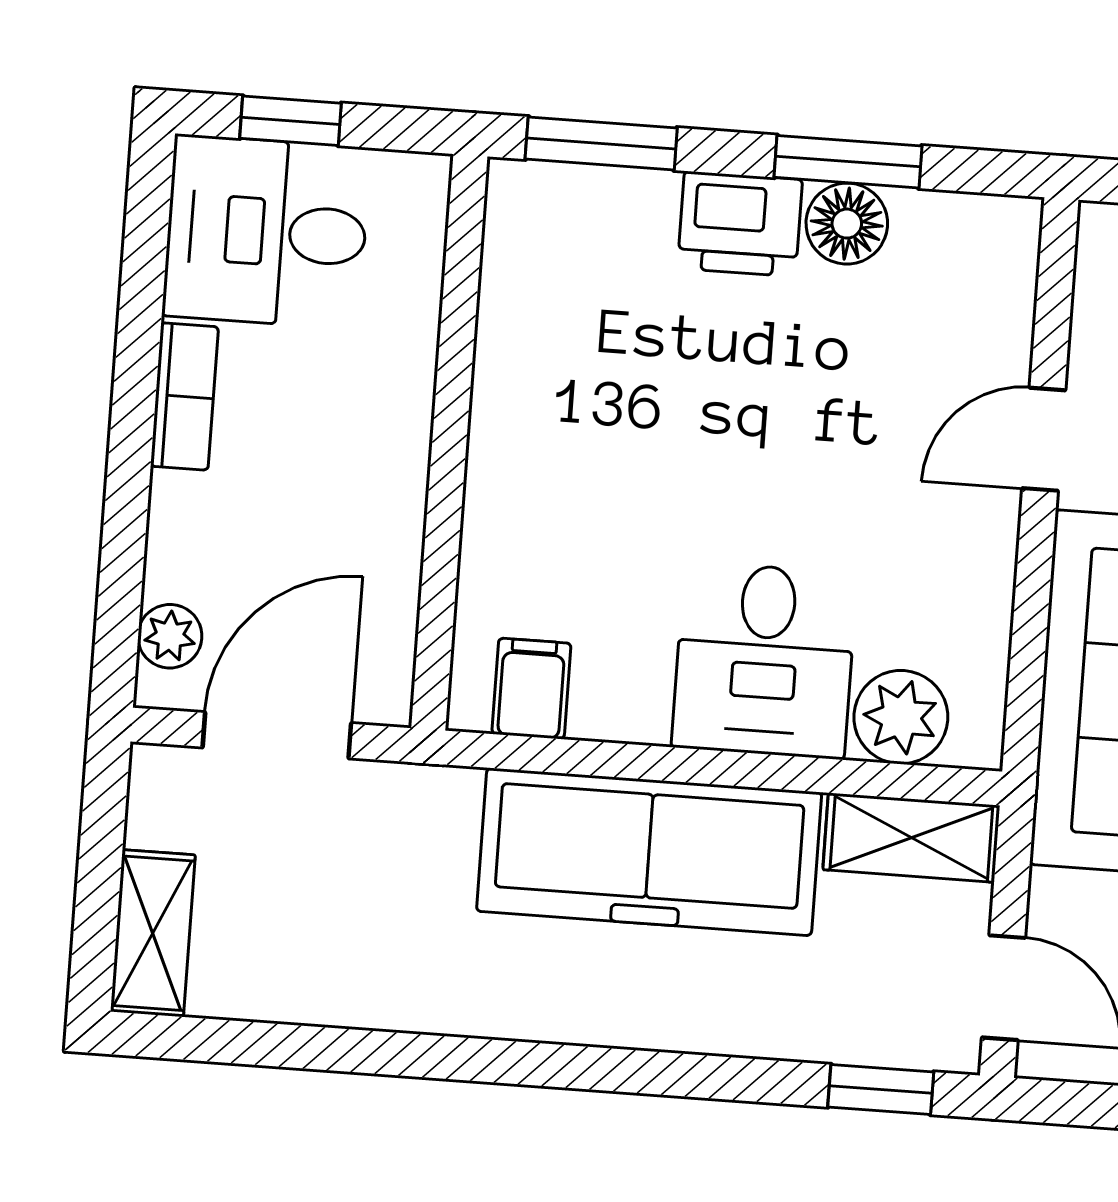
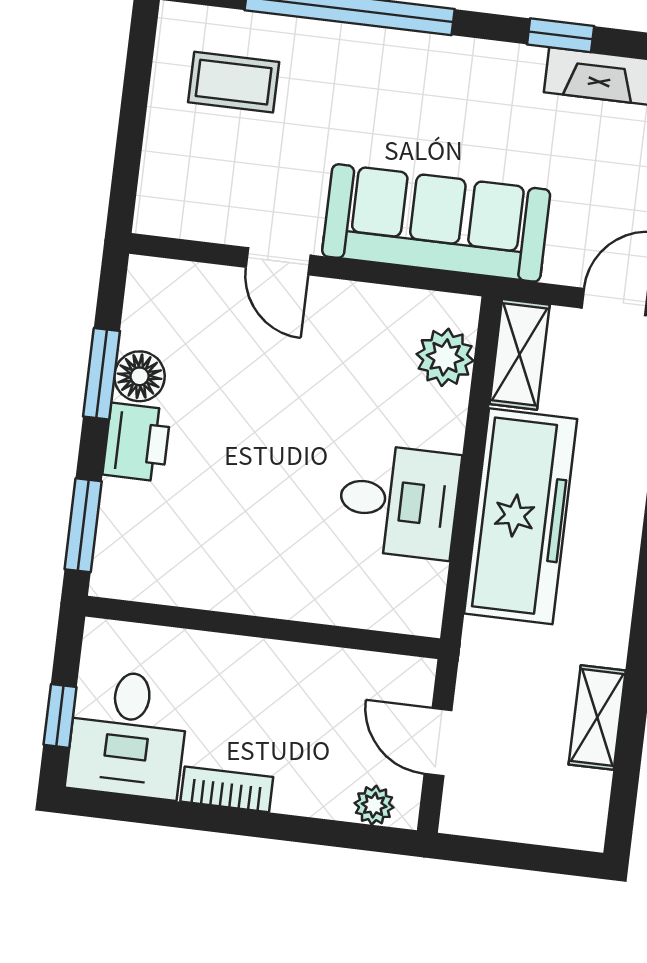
desk: (764, 660) -> (399, 501), moved
filing cabinet: (531, 689) -> (417, 584), removed
door: (277, 735) -> (438, 742), width x0.73
shelving: (153, 933) -> (597, 717), moved, turned 90

